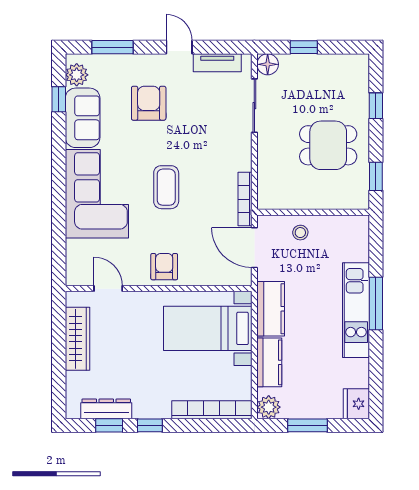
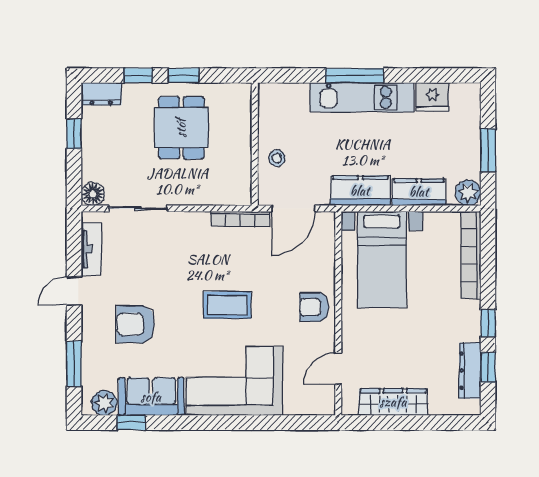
window: (304, 47) -> (74, 134), moved
dresser: (359, 72) -> (101, 94), added
window: (376, 176) -> (184, 75), moved
fridge: (356, 404) -> (432, 97), moved

